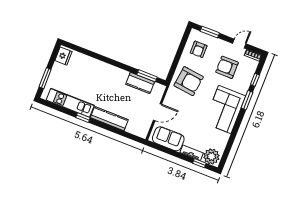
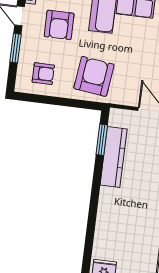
window: (210, 32) -> (16, 48), moved
kitchen counter: (140, 83) -> (114, 157), width x1.50

